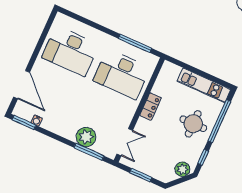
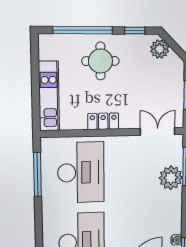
kitchen unit: (204, 85) -> (49, 96), moved

